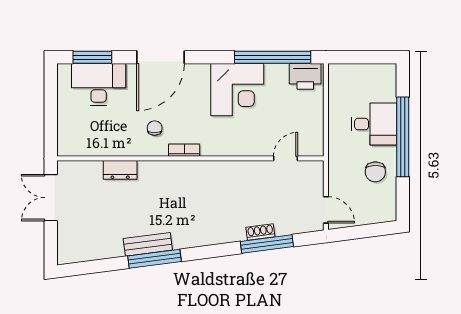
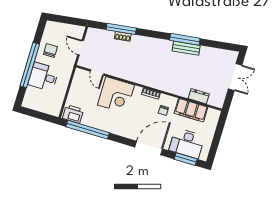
corner desk: (237, 90) -> (116, 95), moved, turned 180
filing cabinet: (108, 142) -> (191, 110), added
door: (286, 158) -> (97, 72), hinge flipped
dresser: (120, 170) -> (199, 96), moved
double door: (51, 198) -> (235, 77), moved
door: (326, 210) -> (81, 48), moved

